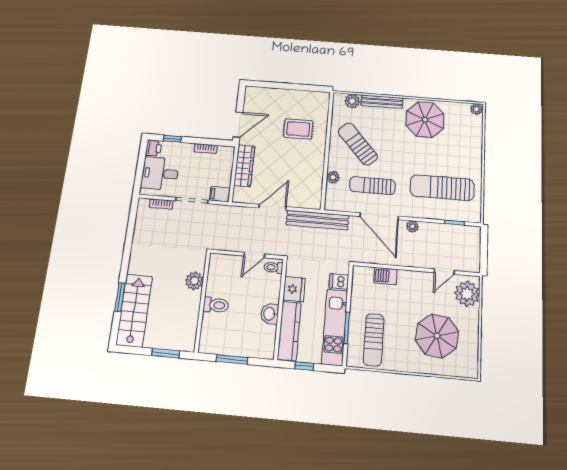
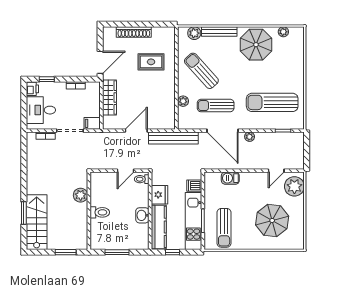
shoe rack: (281, 94) -> (134, 32), added
plant: (476, 109) -> (283, 32), moved

